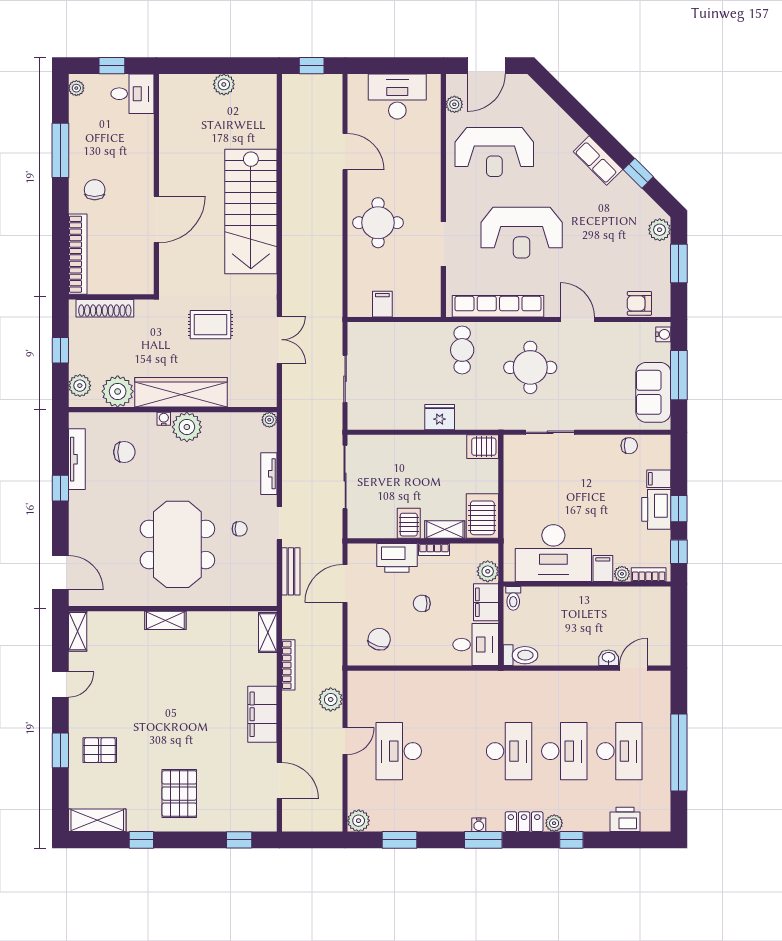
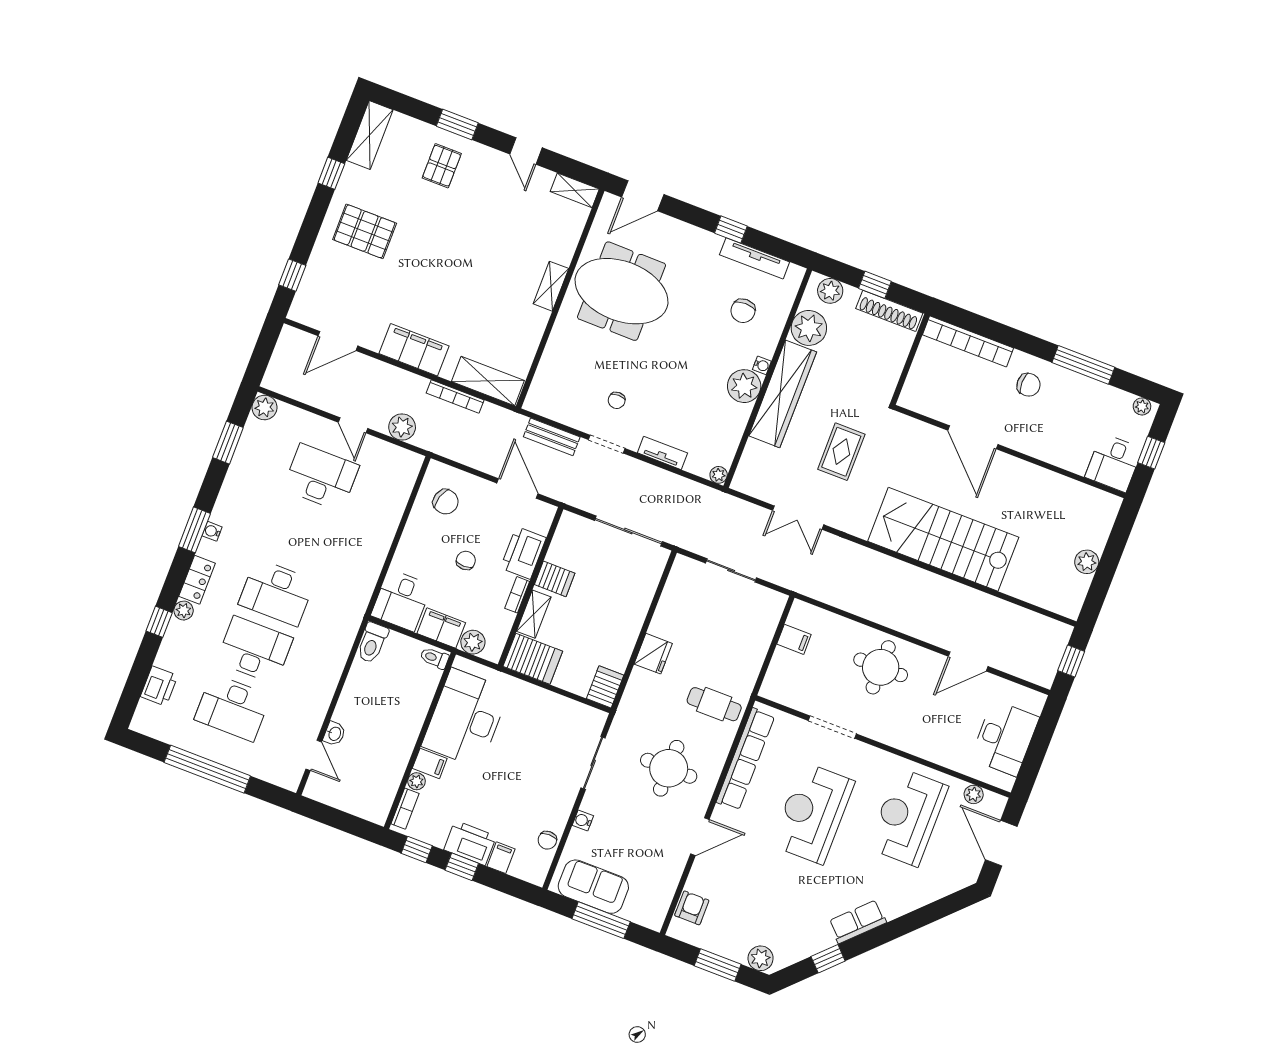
shoe rack: (105, 308) -> (889, 311), moved, turned -90
water cooler: (663, 334) -> (583, 821), moved, turned 90
meeting table: (177, 544) -> (621, 291), moved
shelving: (268, 633) -> (488, 381), width x1.50, depth x1.33
desk: (564, 751) -> (255, 650), turned 180

